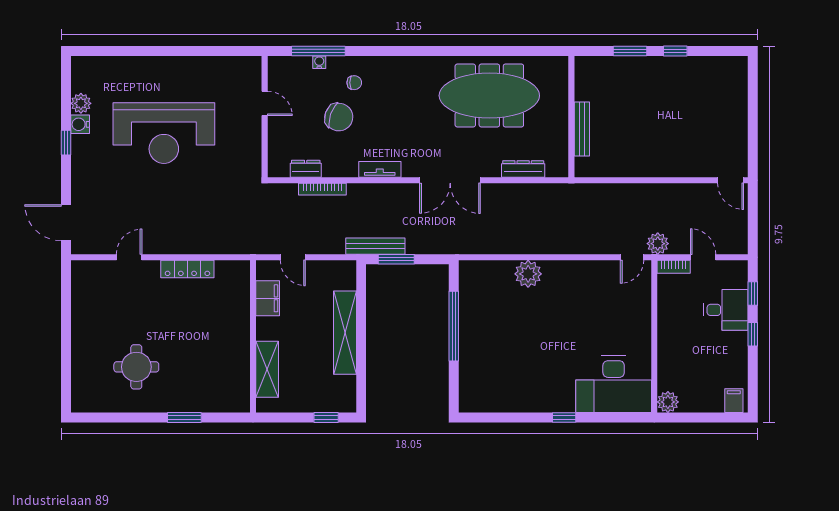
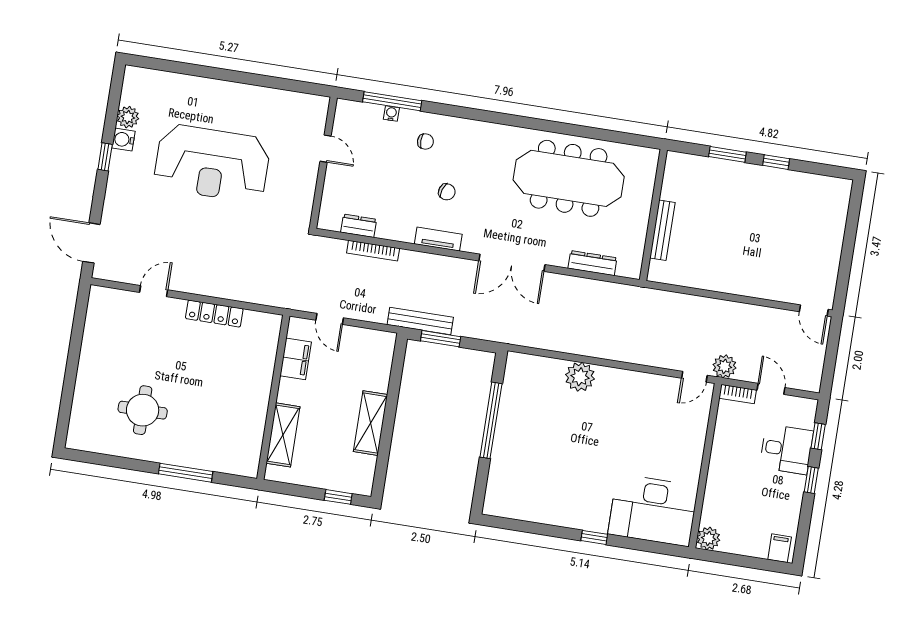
chair: (339, 117) -> (447, 192), moved, width x0.54, depth x0.54
shelving: (345, 333) -> (371, 423), width x0.68
window: (184, 417) -> (186, 473), width x1.44

